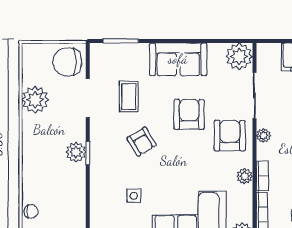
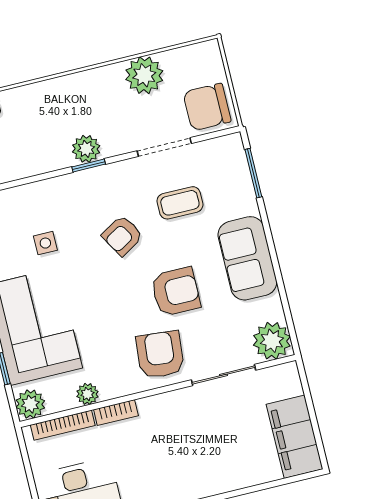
chair: (67, 62) -> (207, 107), turned -90
armchair: (230, 136) -> (160, 355), turned -85
plant: (263, 136) -> (171, 401), removed
plant: (245, 176) -> (87, 394), moved

